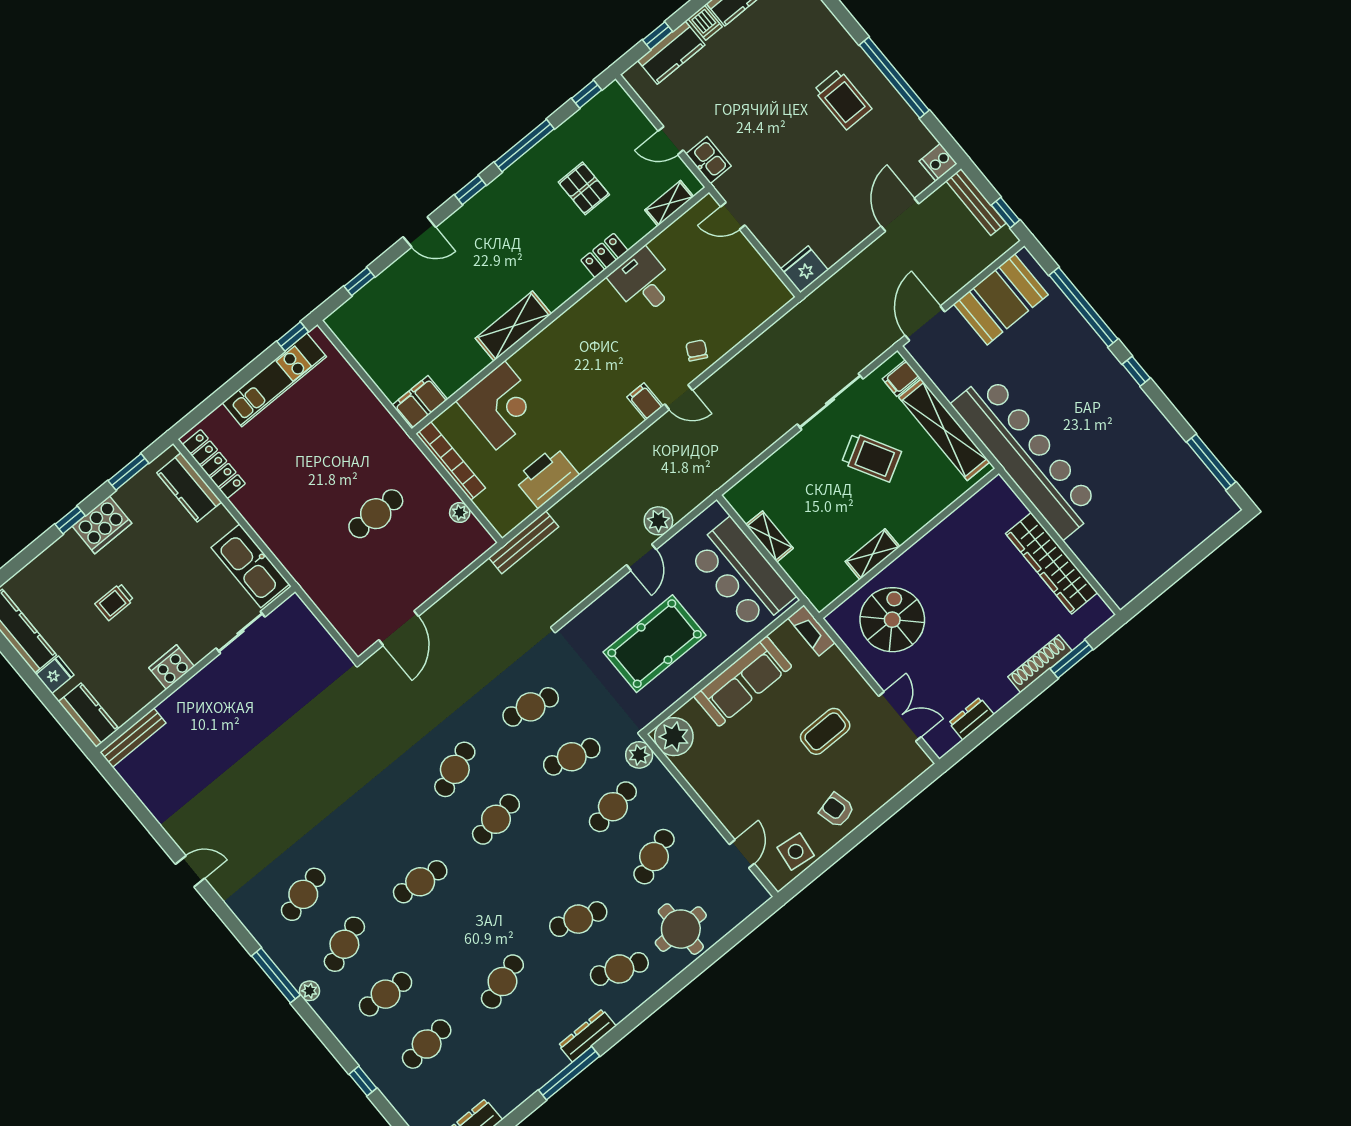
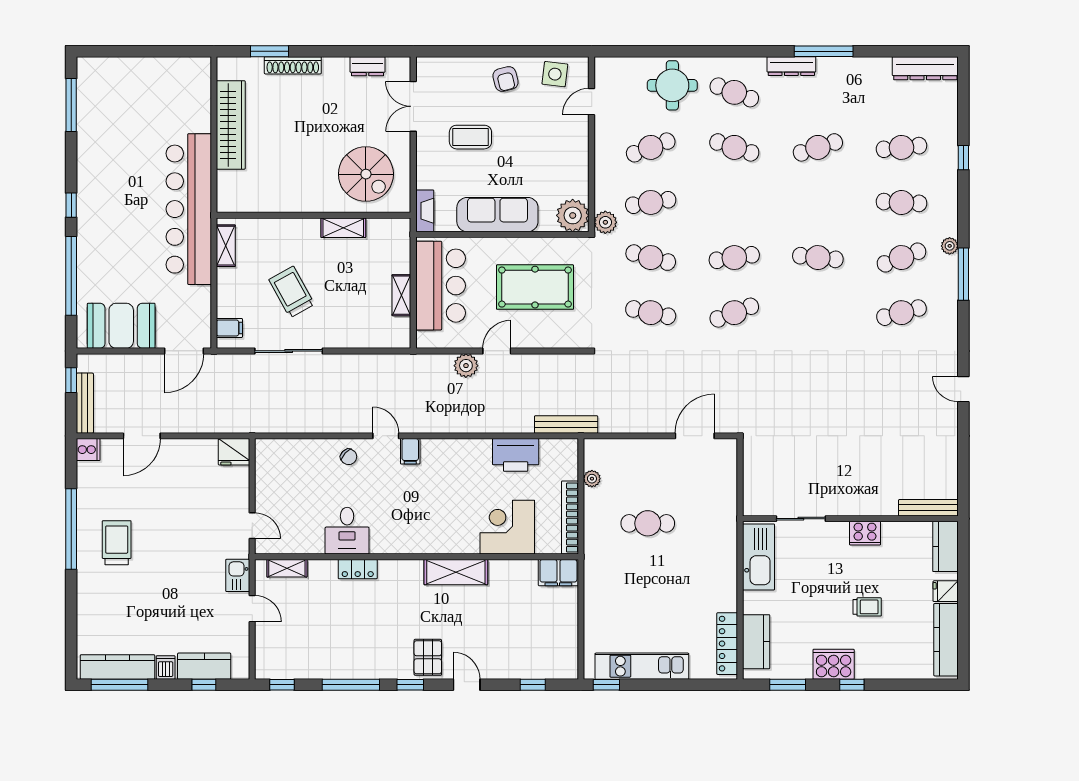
pallet: (584, 188) -> (428, 657), moved
chair: (697, 350) -> (349, 457), turned -75
shelving: (944, 430) -> (226, 246), width x0.45, depth x0.75
spiral stairs: (892, 620) -> (366, 174), turned -90

